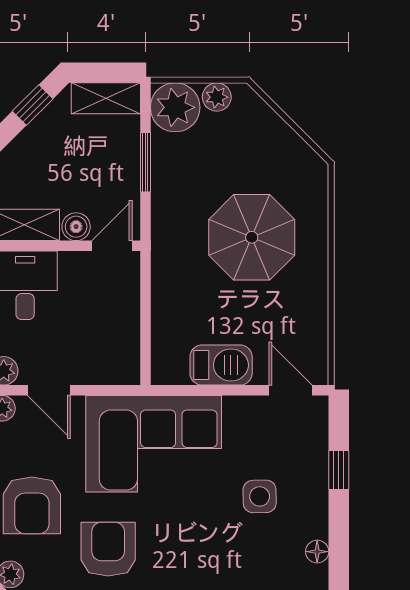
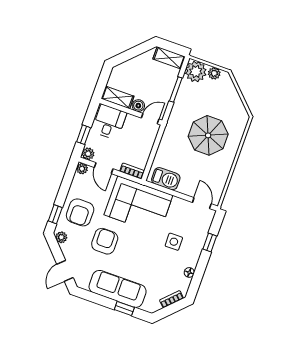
window: (33, 105) -> (138, 50), removed
barbecue: (221, 365) -> (166, 179), moved
bookcase: (113, 374) -> (132, 171), added

